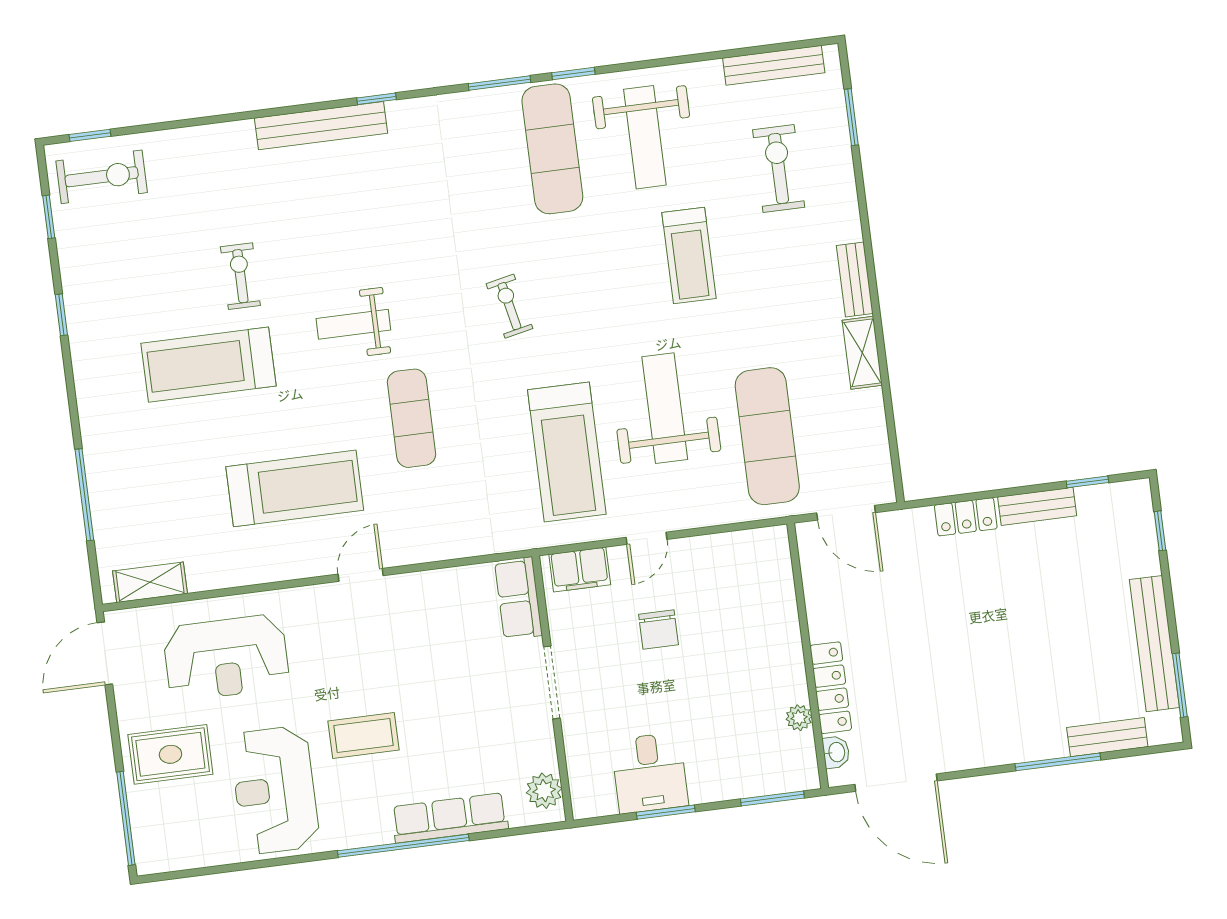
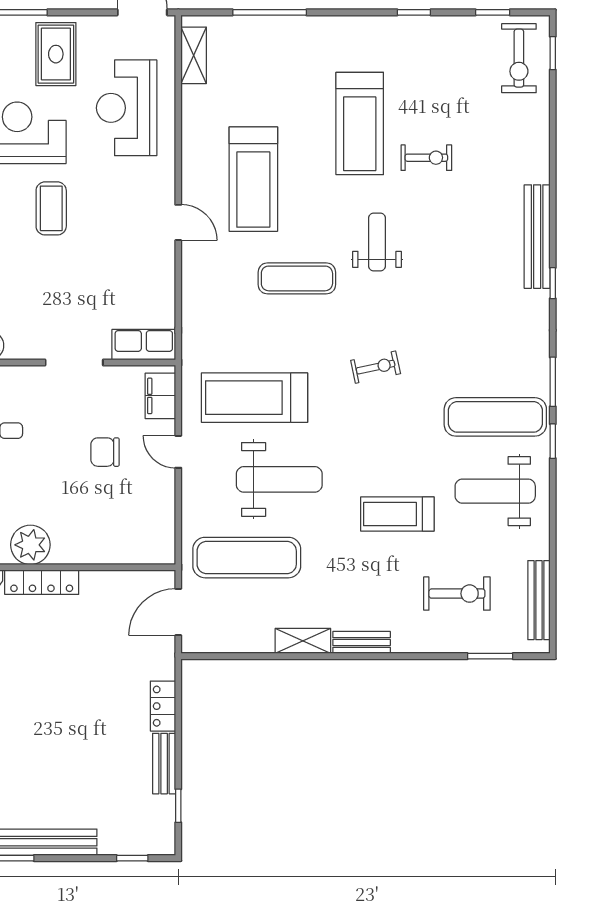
treadmill: (208, 365) -> (360, 124), turned 180
plant: (799, 718) -> (30, 545), width x1.88, depth x1.88

